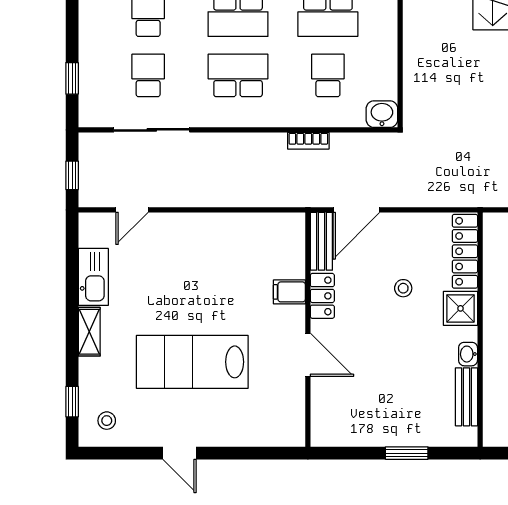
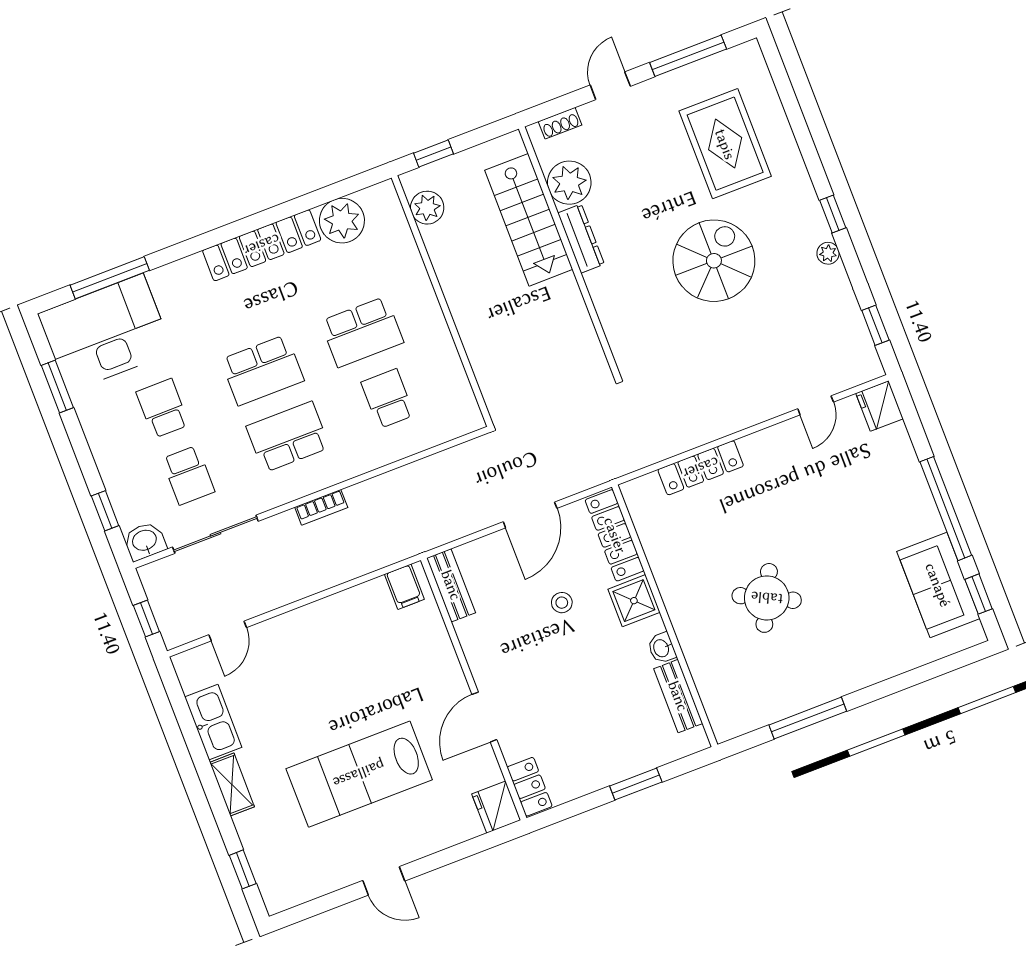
school desk: (148, 75) -> (188, 475), turned 180
washbasin: (382, 114) -> (145, 541), moved
bookcase: (308, 141) -> (321, 507), moved
door: (356, 210) -> (530, 515), moved
filing cabinet: (289, 292) -> (404, 587), moved, turned -90
locker: (322, 296) -> (530, 787), moved
door: (308, 355) -> (484, 717), swing flipped
stool: (107, 421) -> (289, 876), removed
fridge: (290, 429) -> (496, 807), added

